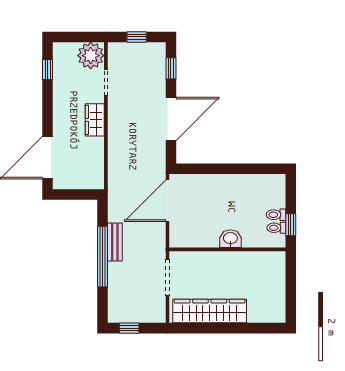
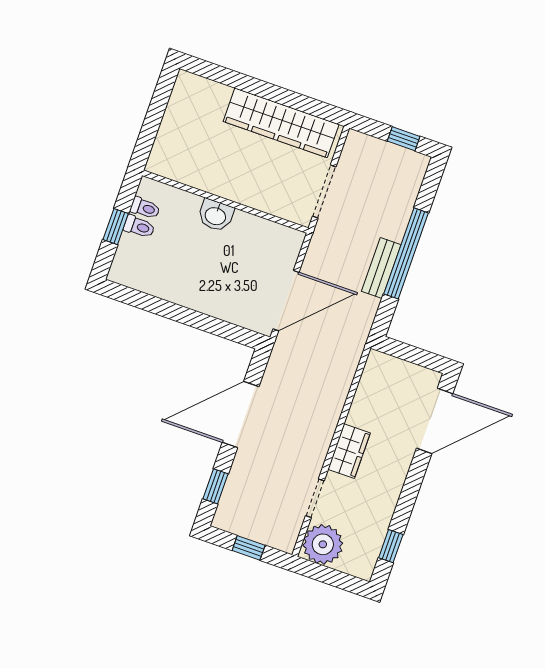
window: (291, 225) -> (116, 227), moved

